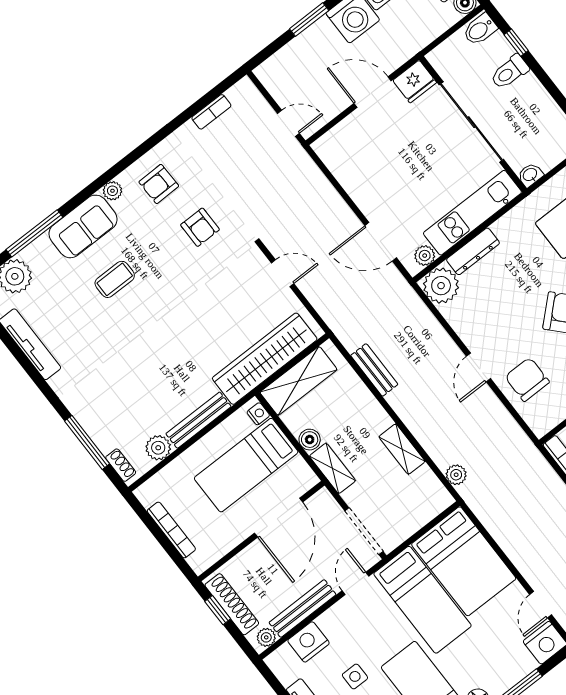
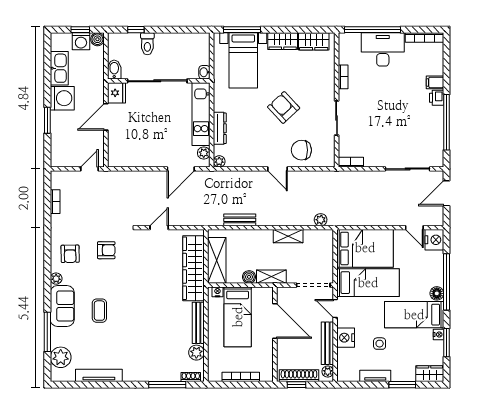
bidet: (480, 29) -> (114, 69), moved, turned 180
plant: (441, 286) -> (219, 161), width x0.53, depth x0.53
nightstand: (309, 642) -> (346, 338), moved

